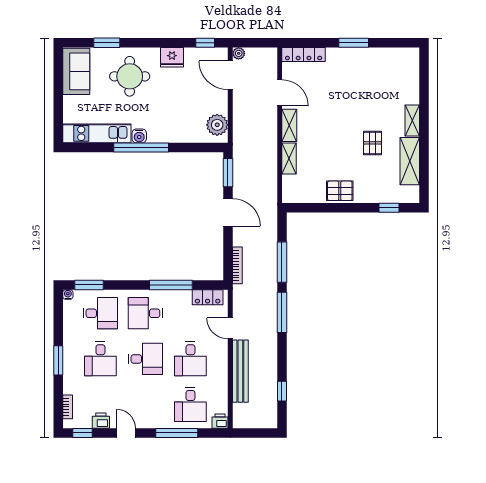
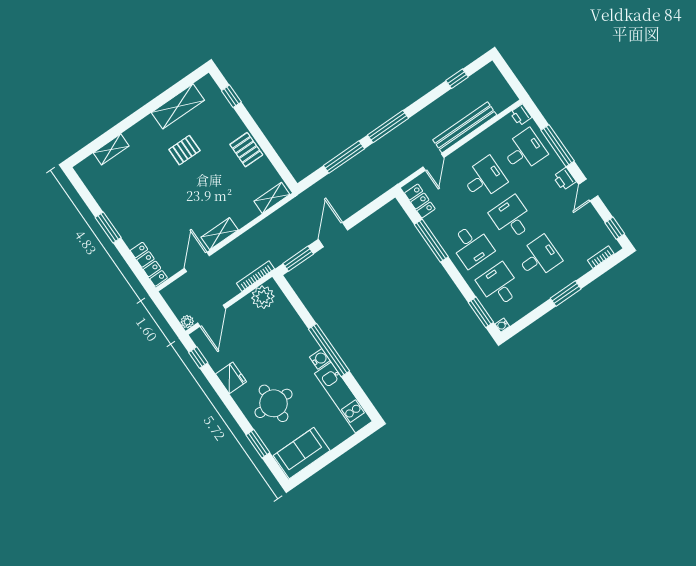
shelving: (412, 120) -> (111, 149), moved
shelving: (289, 158) -> (272, 198), moved
bookcase: (237, 265) -> (256, 276), moved
printer: (101, 421) -> (565, 179), moved

